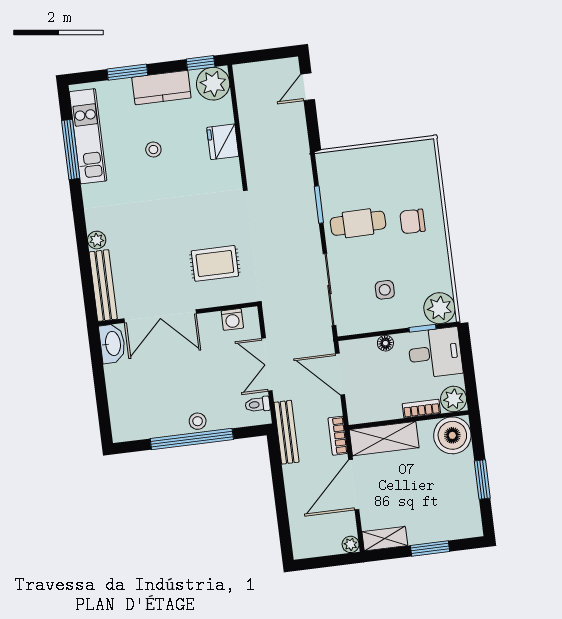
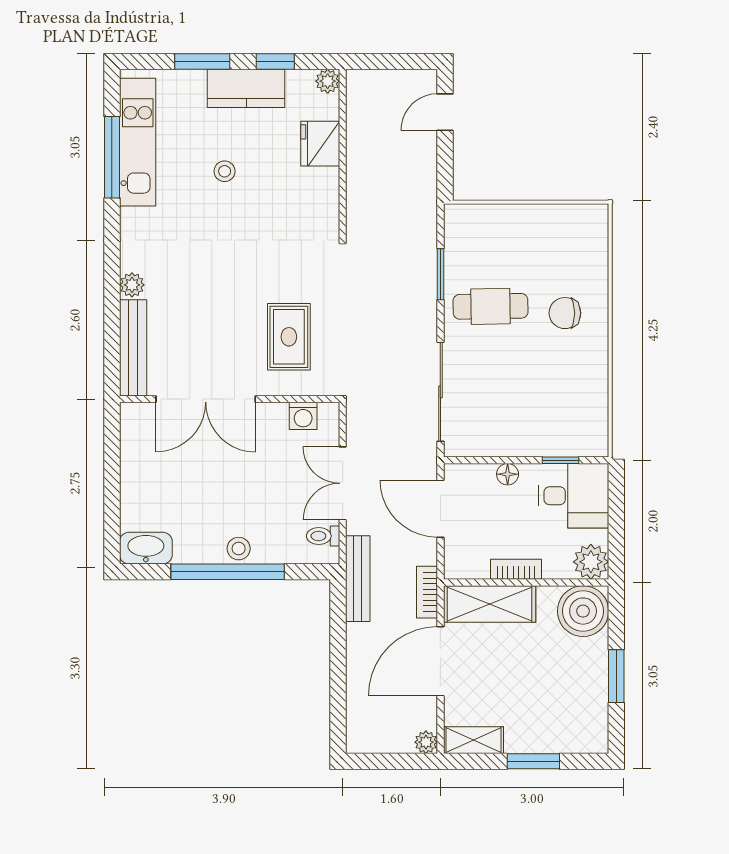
window: (201, 63) -> (275, 61), moved
plant: (213, 84) -> (328, 81), width x0.53, depth x0.53
fridge: (223, 142) -> (320, 144), moved
rug: (215, 263) -> (289, 337), turned 90
side table: (385, 290) -> (516, 402), removed
plant: (440, 308) -> (587, 436), removed
washbasin: (112, 344) -> (146, 548), moved, turned -90
bookcase: (421, 409) -> (516, 569), moved

